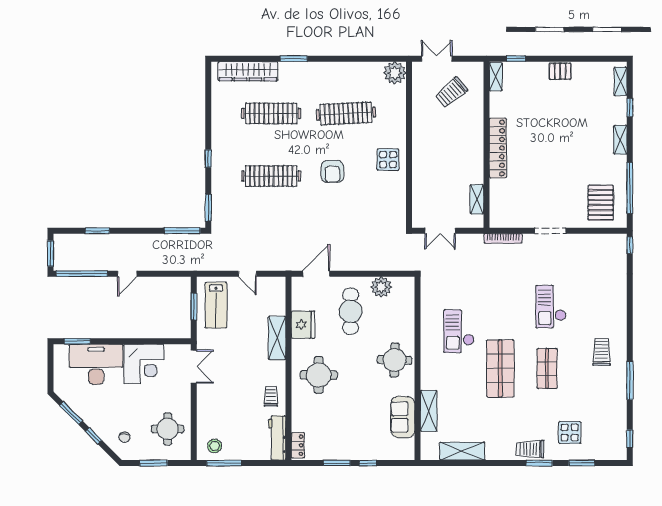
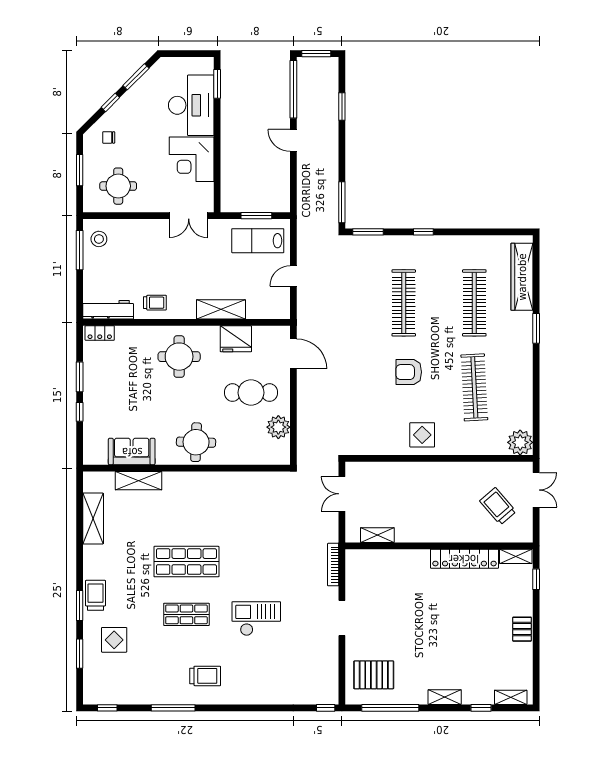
locker: (498, 148) -> (464, 559), moved
checkout: (459, 331) -> (229, 515), removed

